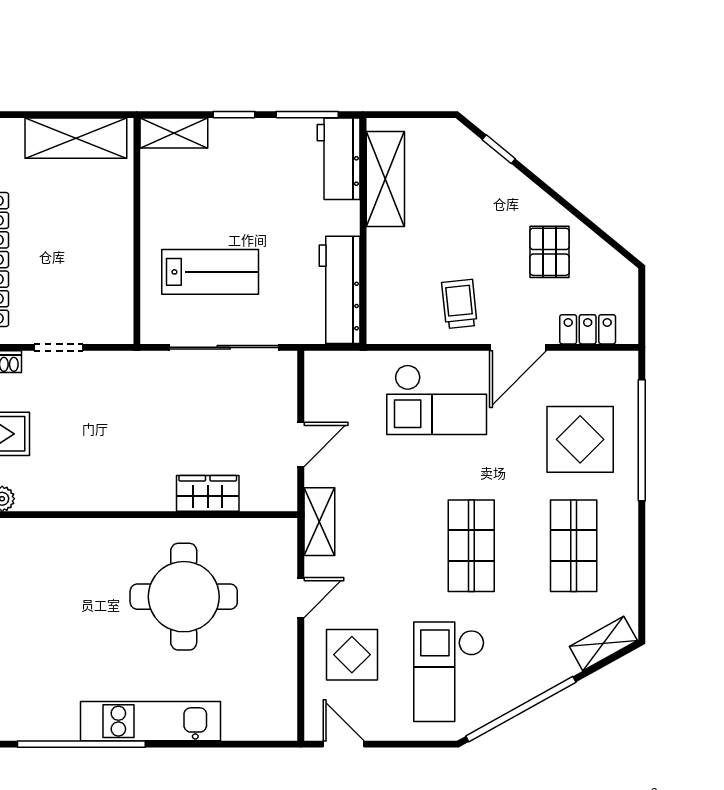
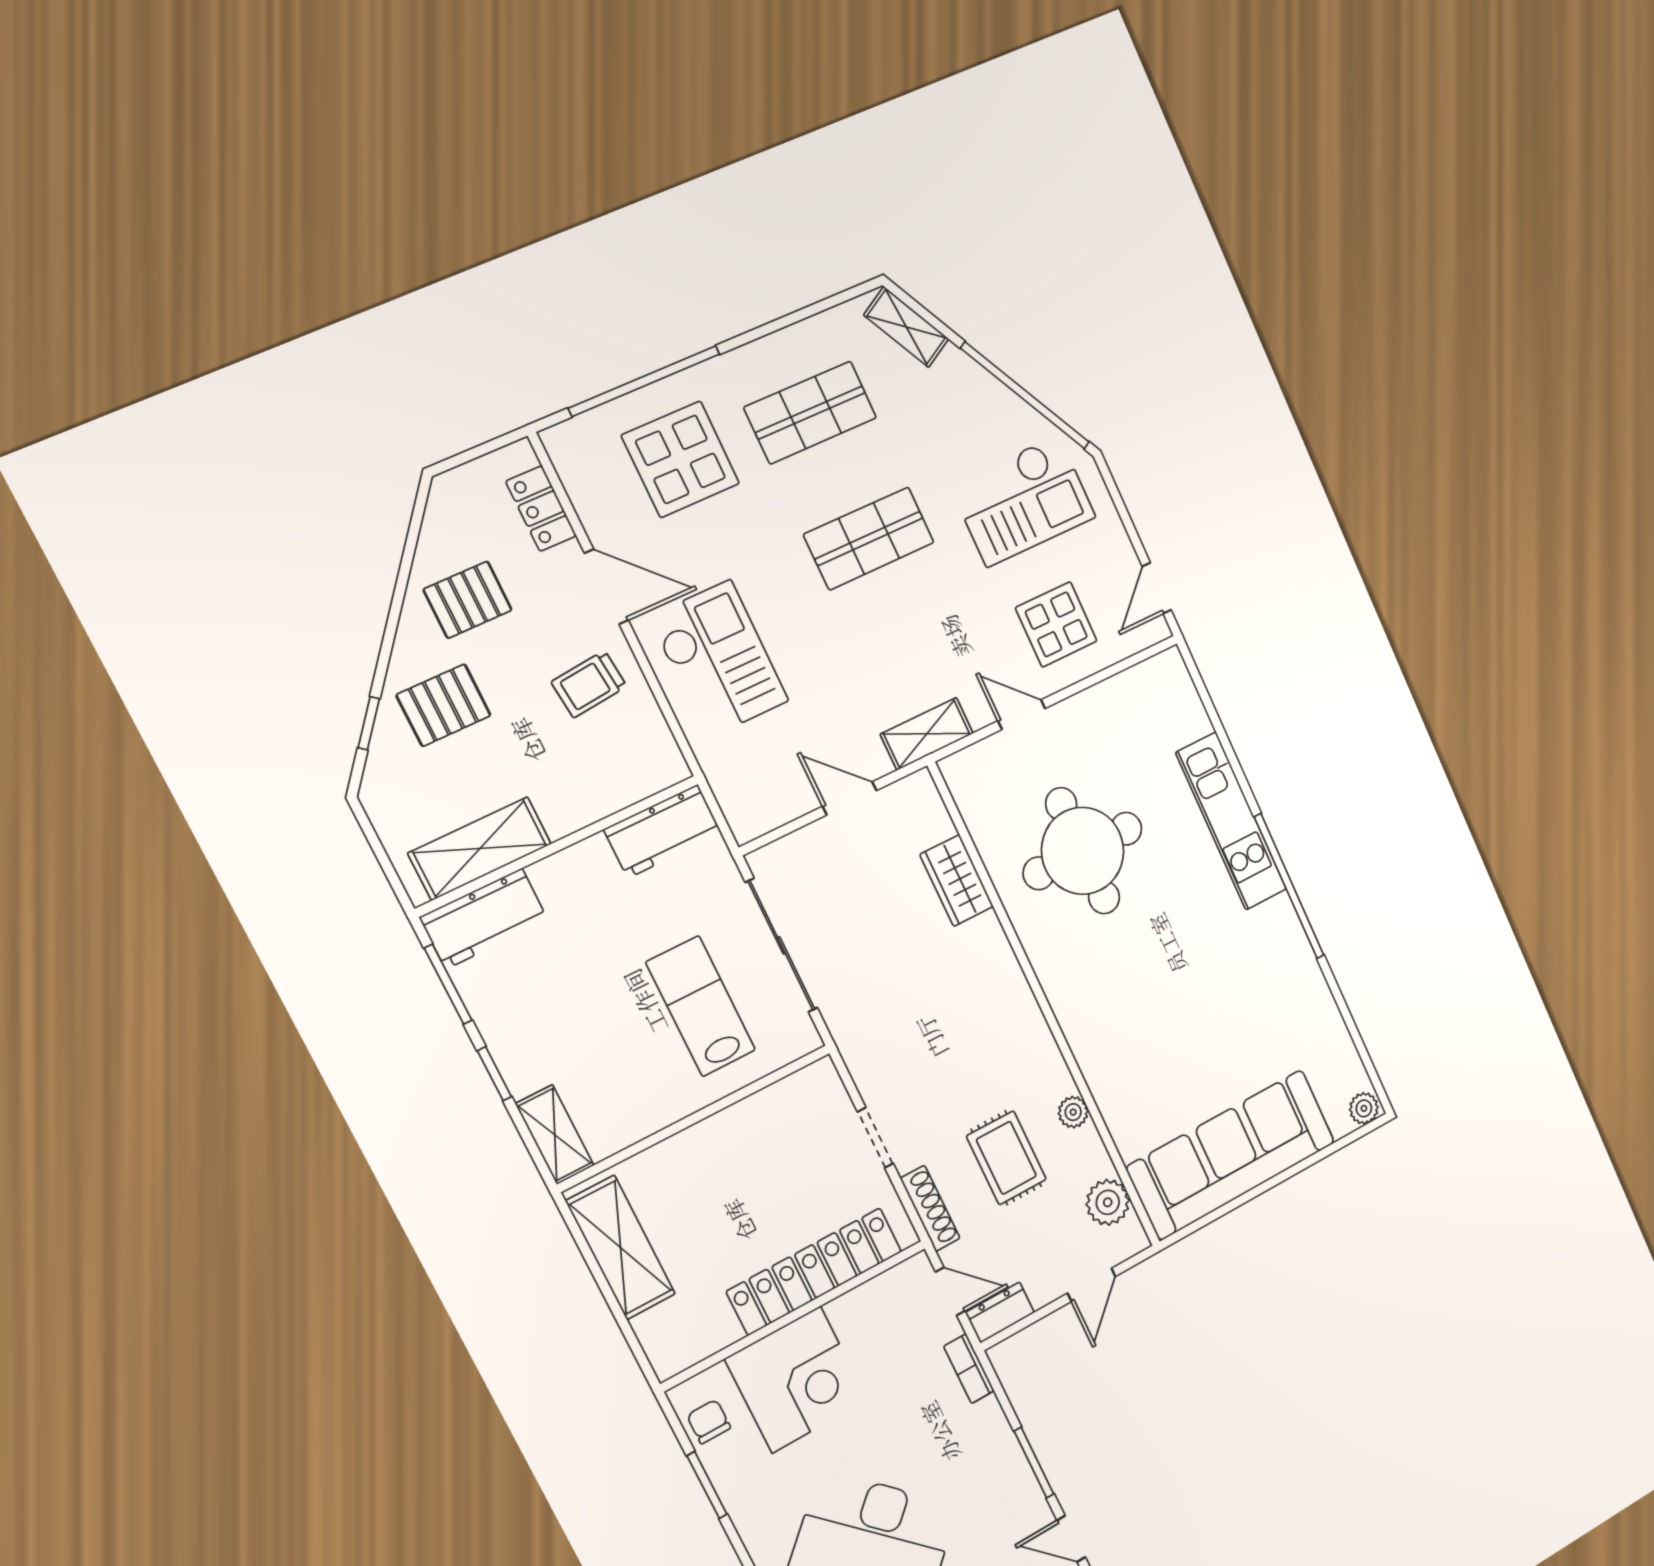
pallet: (489, 202) -> (444, 705), added
workbench: (340, 290) -> (663, 831), width x0.73

